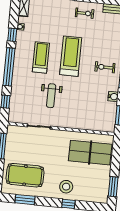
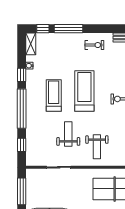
weight bench: (51, 96) -> (68, 134), turned 180
weight bench: (77, 111) -> (97, 147), added

